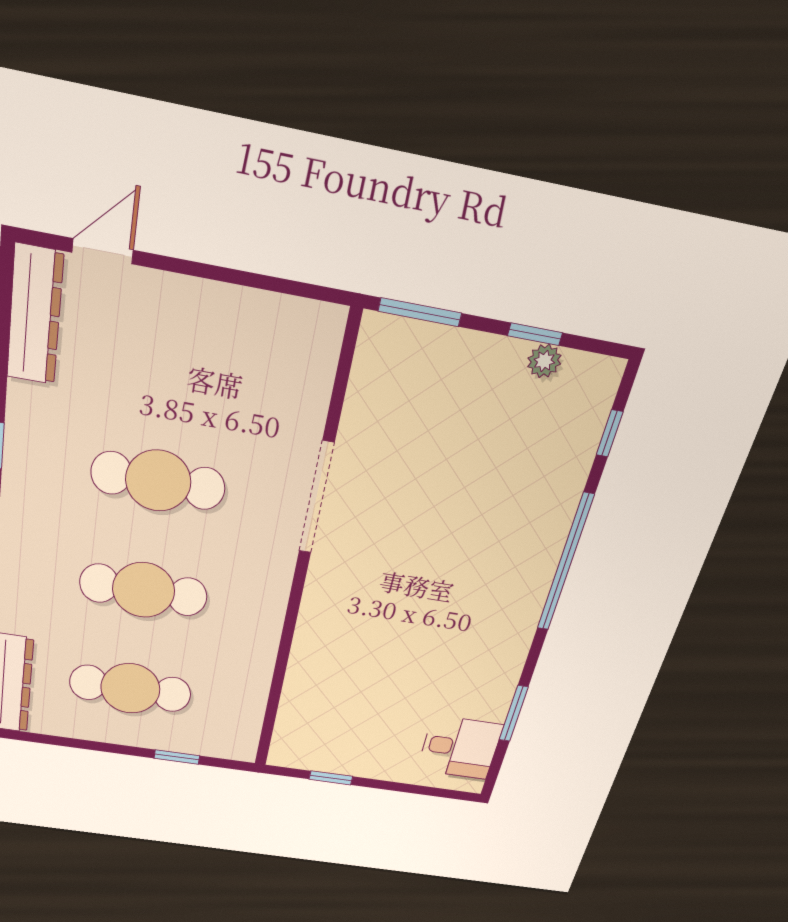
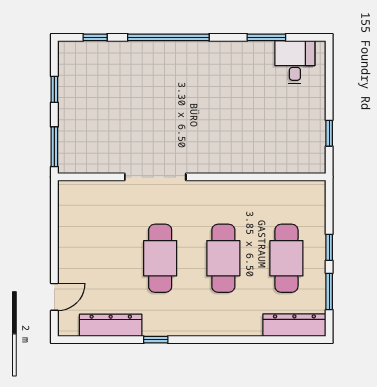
door: (103, 251) -> (54, 297), swing flipped
dresser: (35, 315) -> (111, 325), moved
plant: (544, 361) -> (66, 81), removed
window: (65, 742) -> (329, 291), added
window: (177, 757) -> (329, 247), moved

